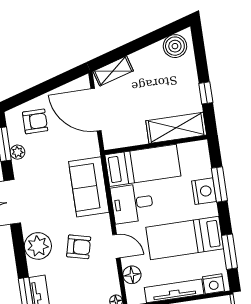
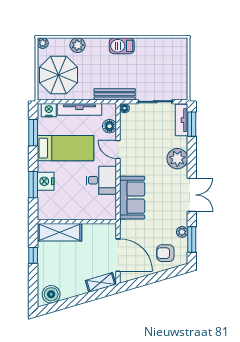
bed: (143, 165) -> (89, 208), removed
armchair: (79, 247) -> (147, 153), removed

